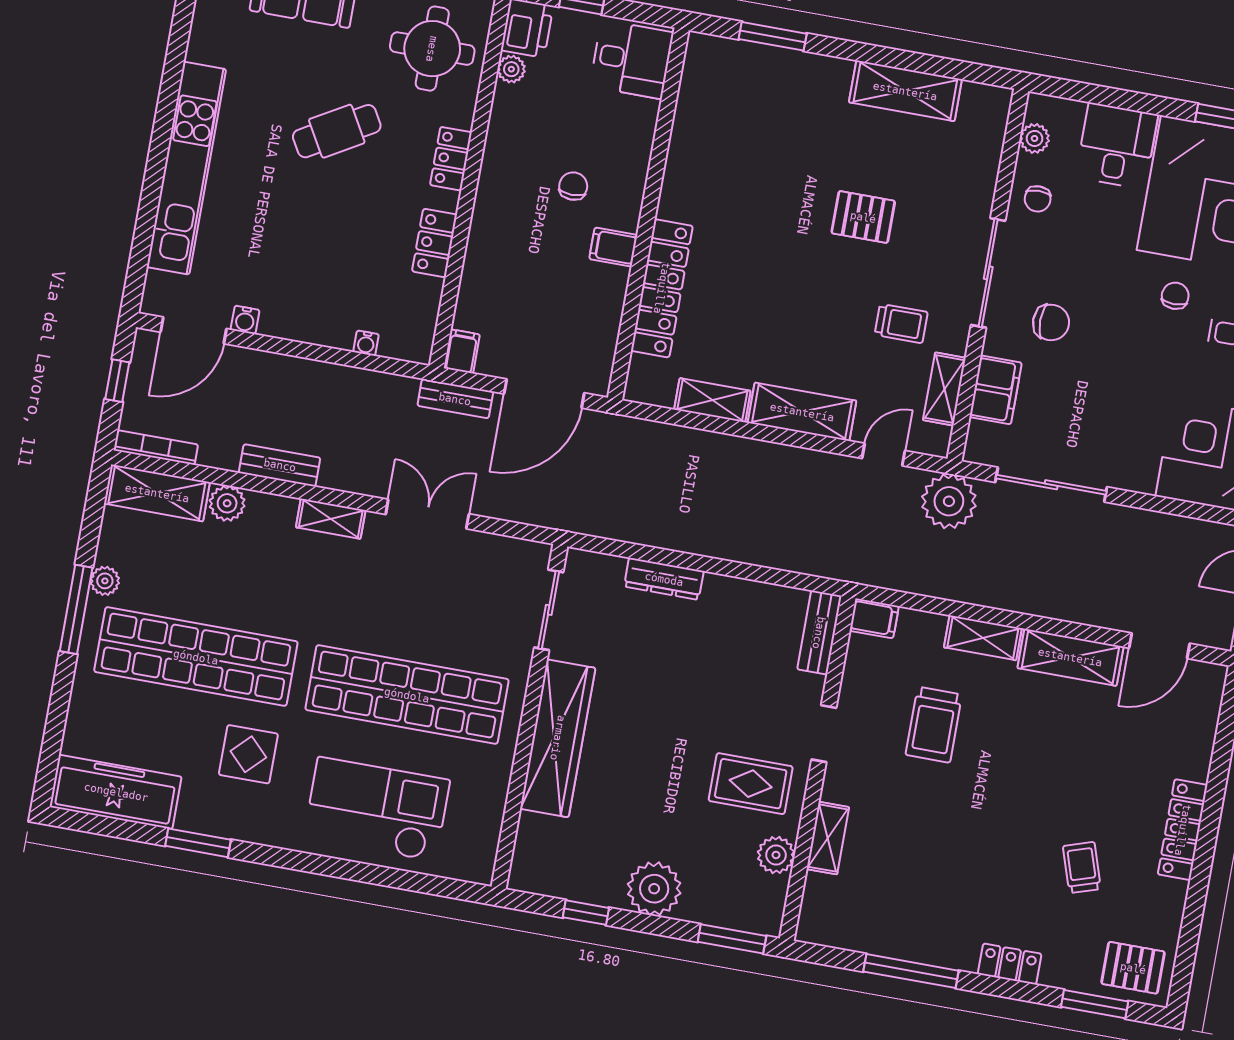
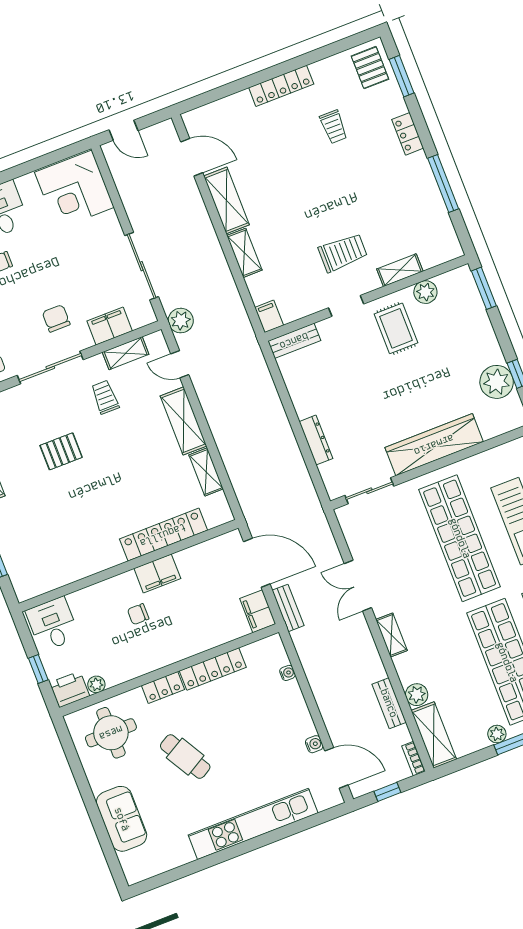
pallet: (863, 217) -> (61, 451), turned 90
locker: (434, 243) -> (213, 669), width x1.53
filing cabinet: (613, 247) -> (157, 573), width x2.00
filing cabinet: (462, 351) -> (258, 611), width x2.00
bookcase: (156, 447) -> (413, 759), width x0.64
bench: (280, 465) -> (389, 703), moved
plant: (949, 501) -> (181, 321), width x0.73, depth x0.73
trolley: (934, 725) -> (343, 253), moved
trolley: (1082, 867) -> (334, 127), turned -72
plant: (654, 889) -> (497, 382), moved

